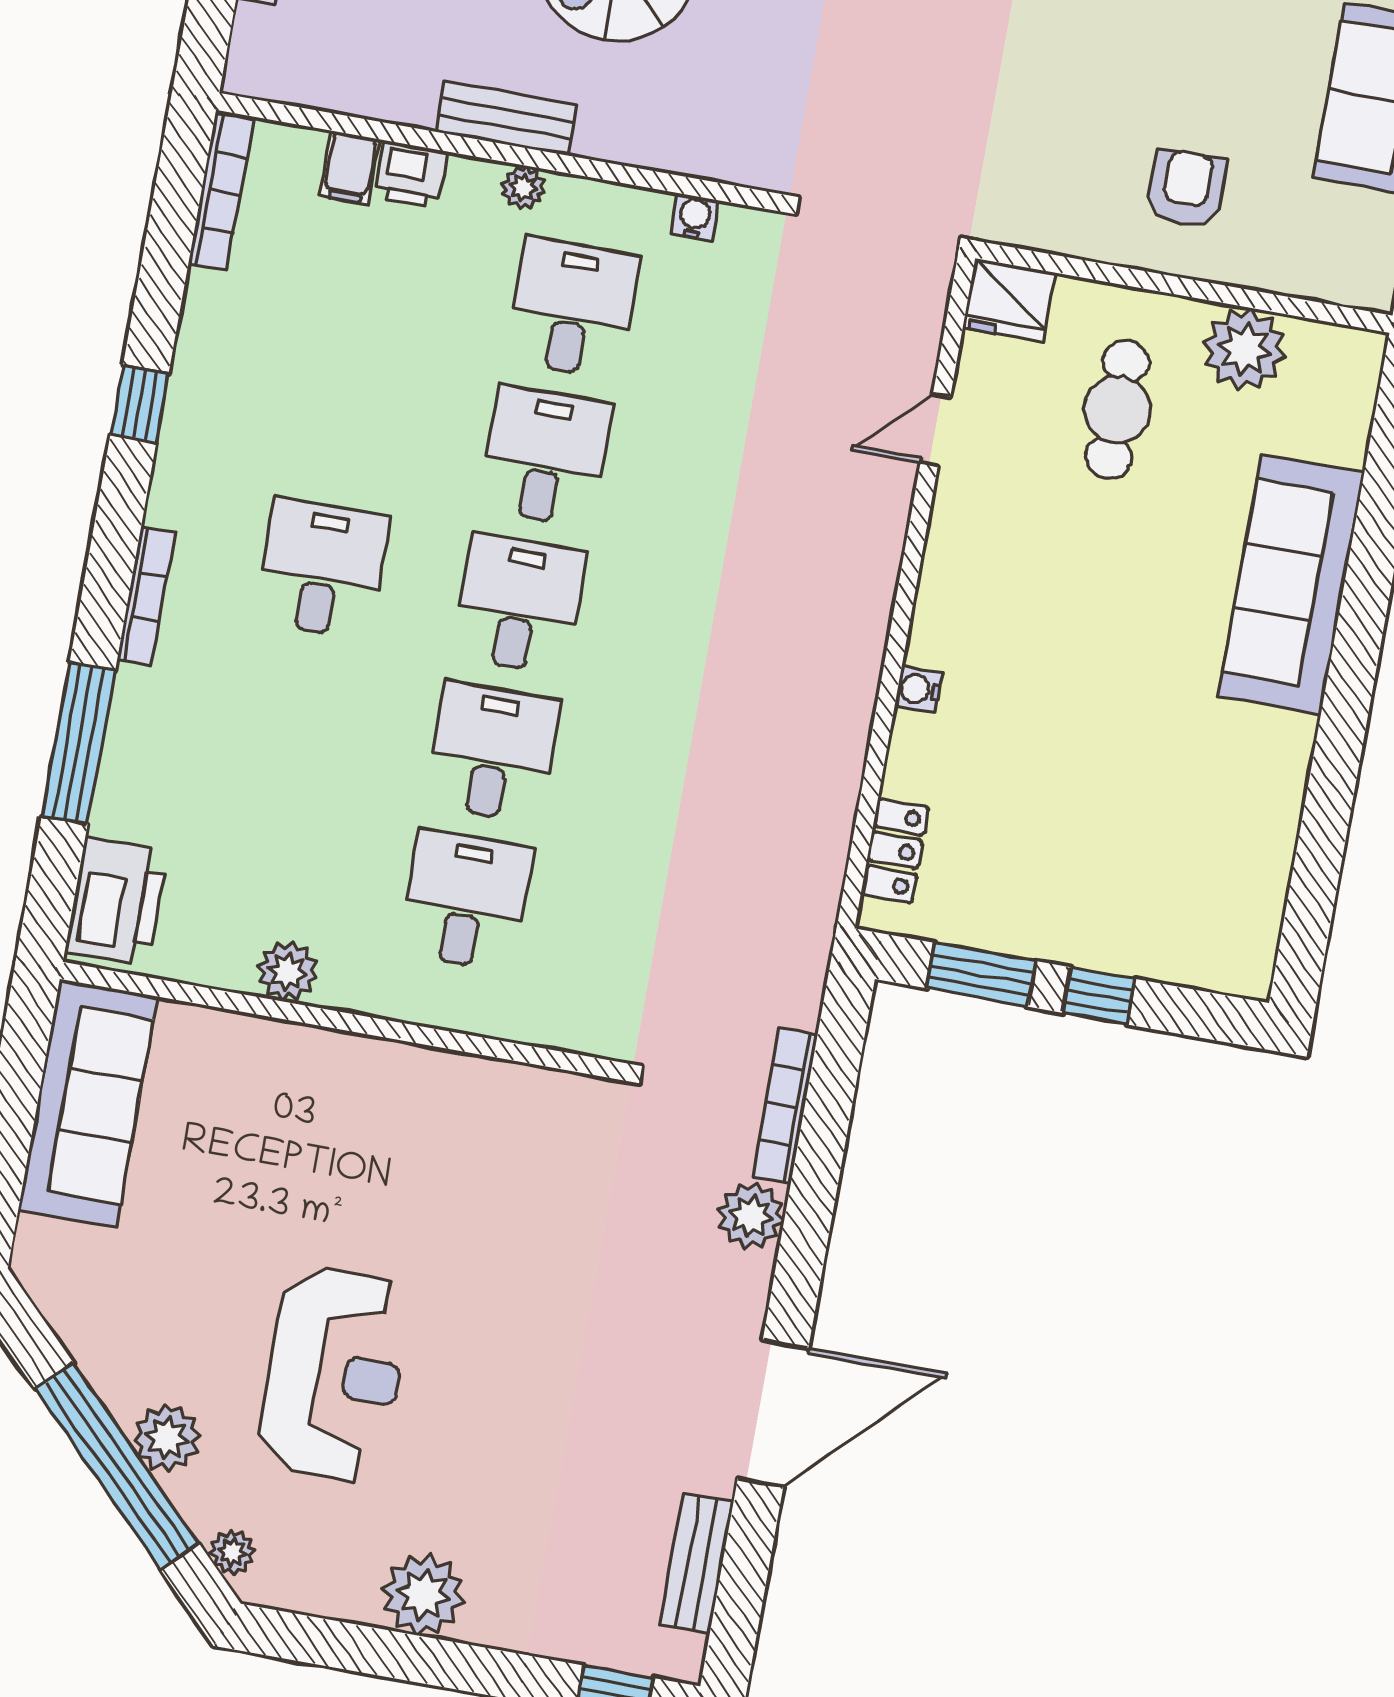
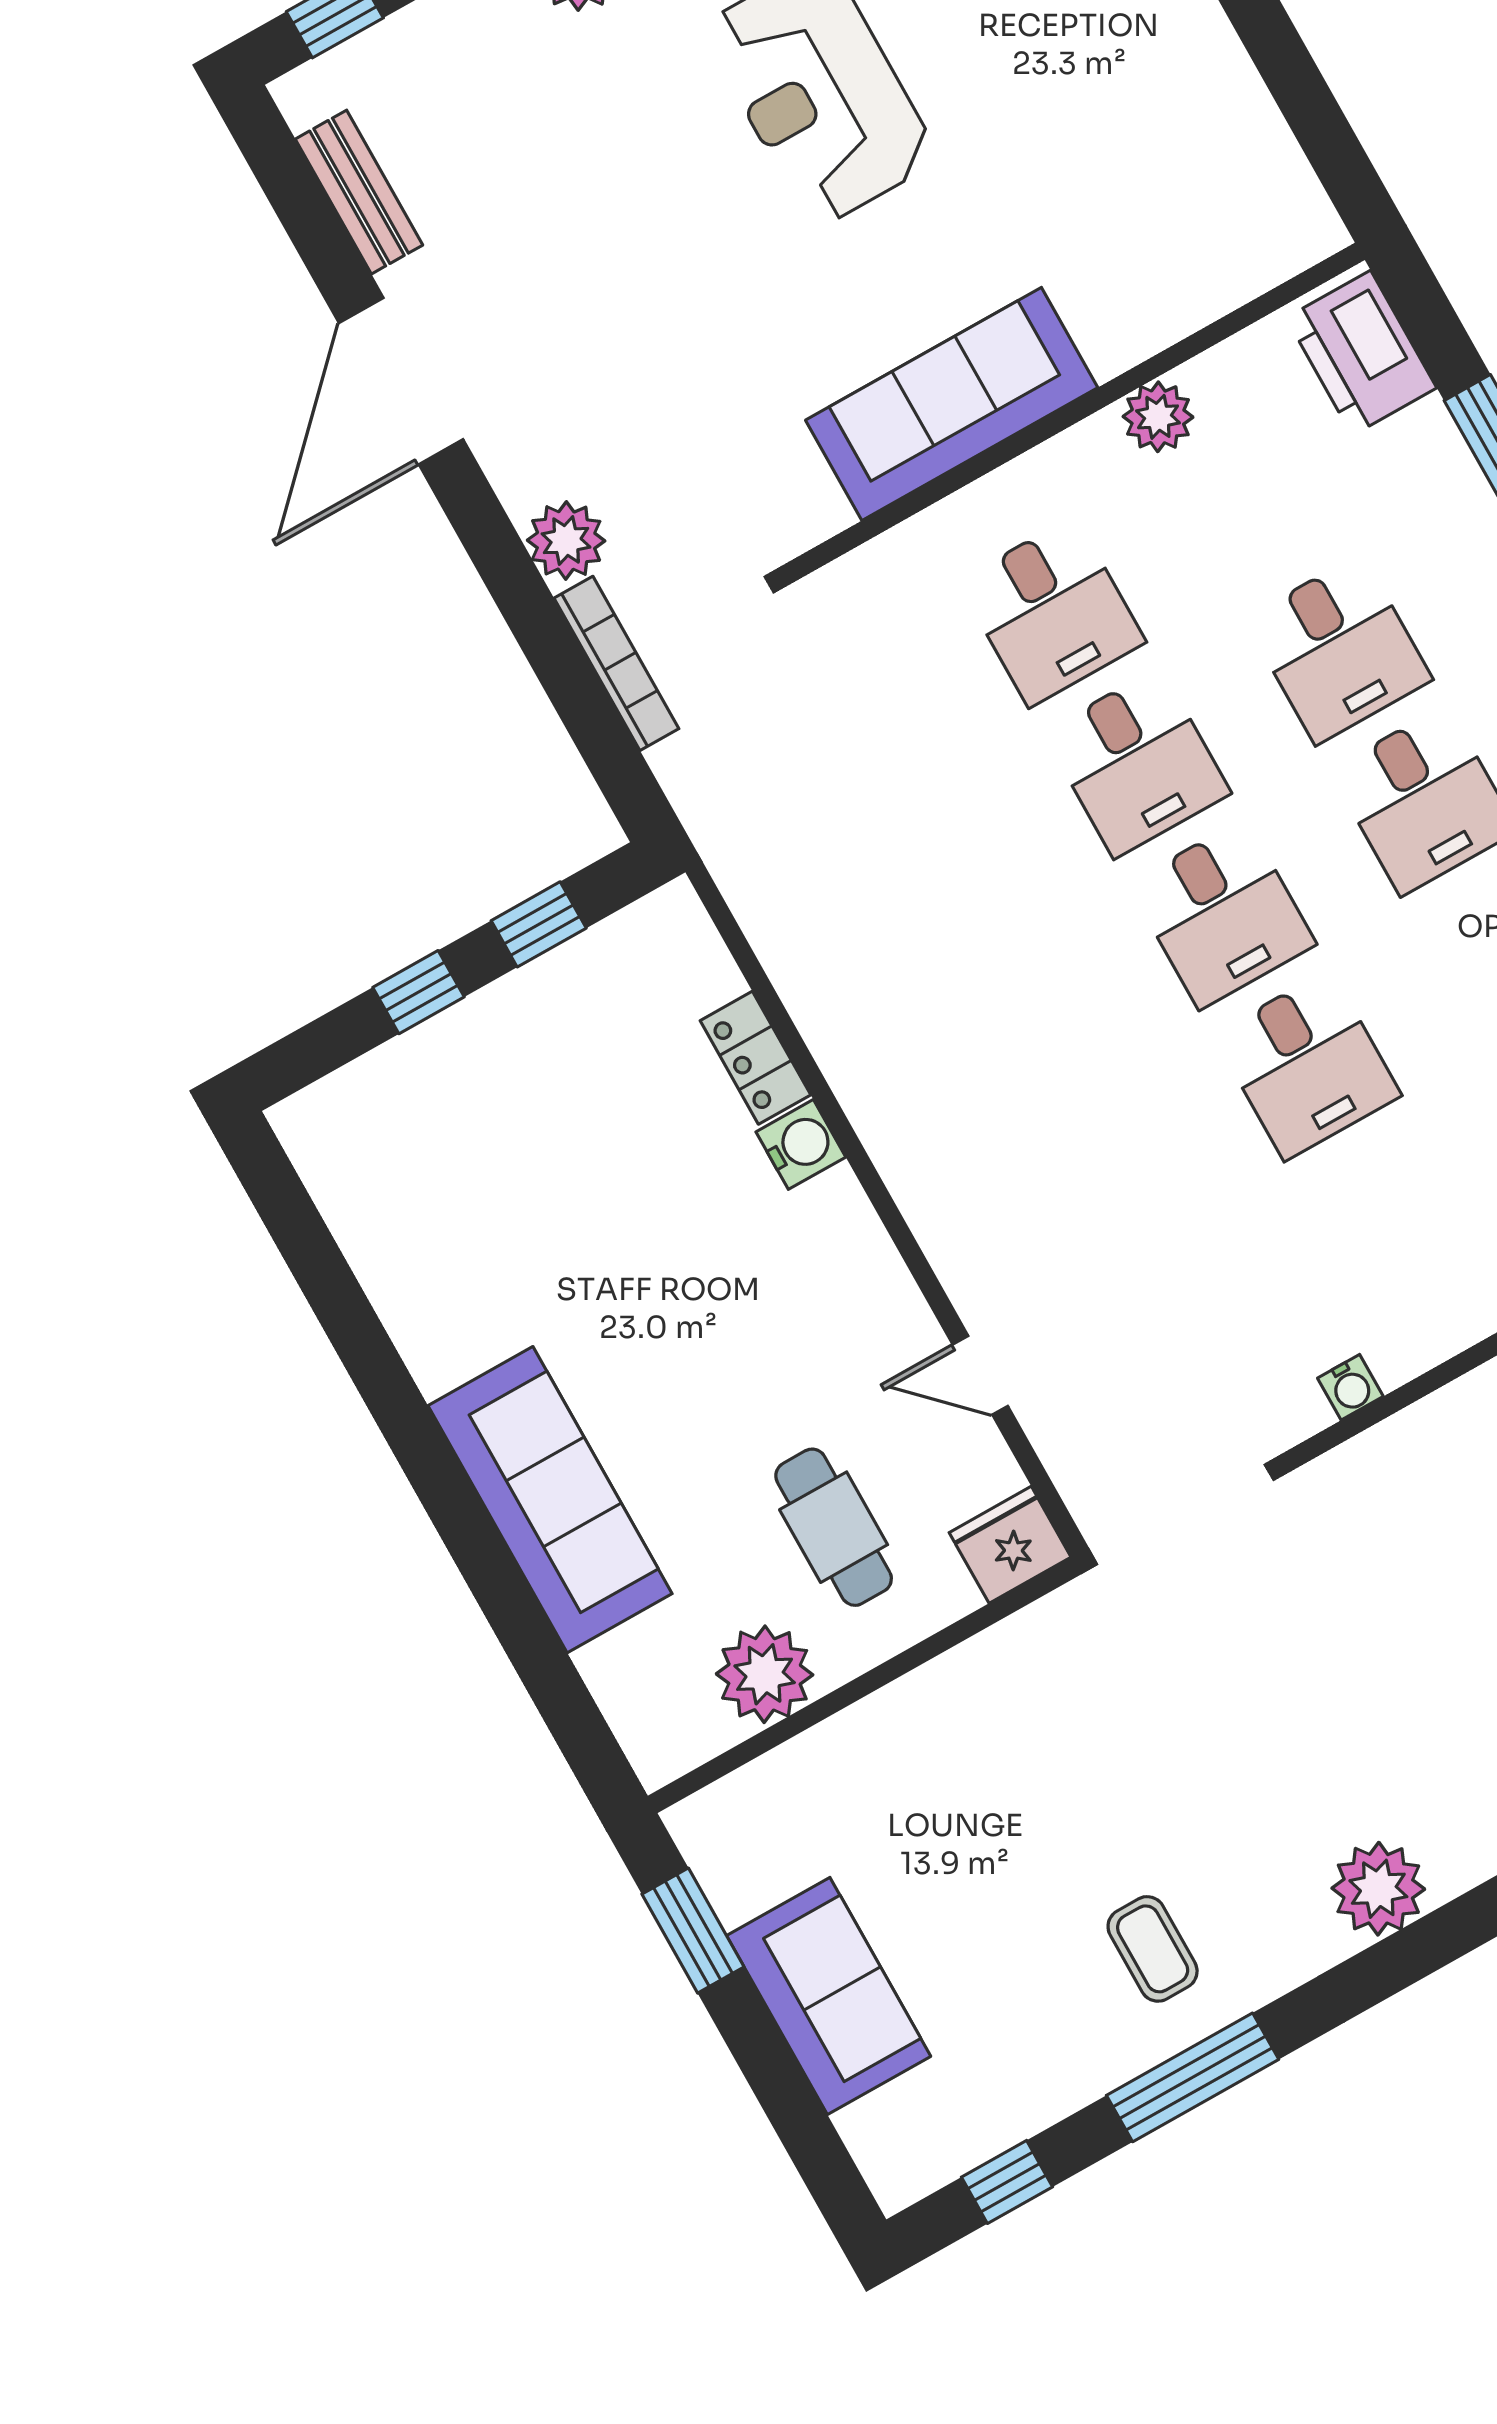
armchair: (1187, 189) -> (934, 1775), removed
desk: (572, 308) -> (1339, 649), moved
door: (935, 430) -> (980, 1375), swing flipped
water cooler: (918, 689) -> (801, 1144), width x1.38, depth x1.38
locker: (895, 850) -> (755, 1058), moved
window: (981, 975) -> (539, 924), width x0.67
sofa: (88, 1103) -> (952, 404), moved, turned 90

